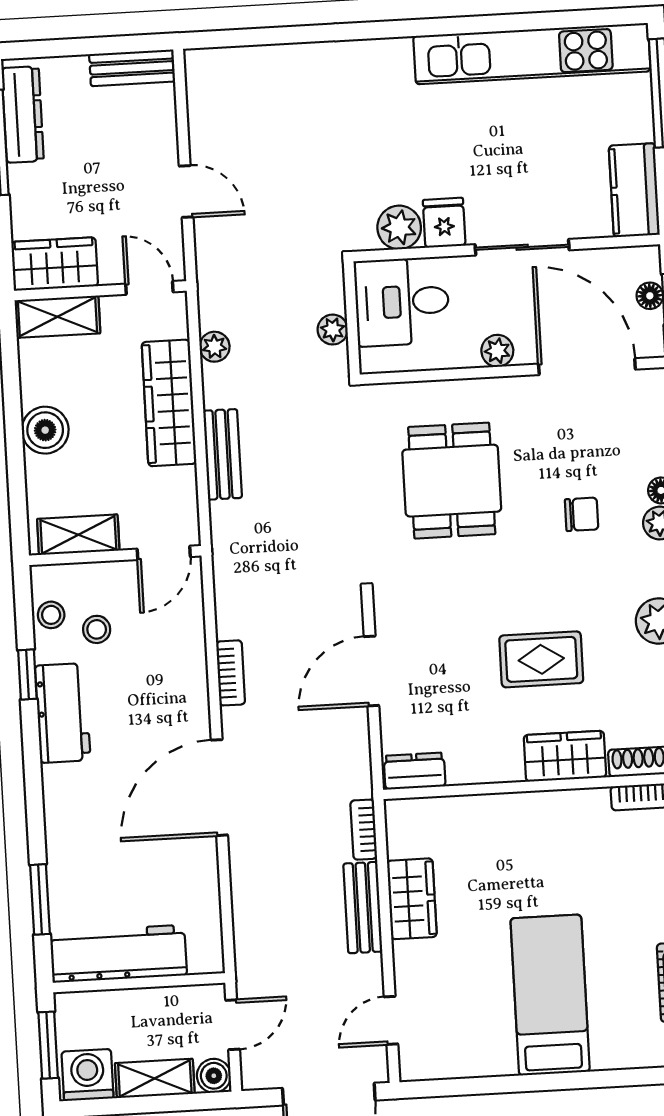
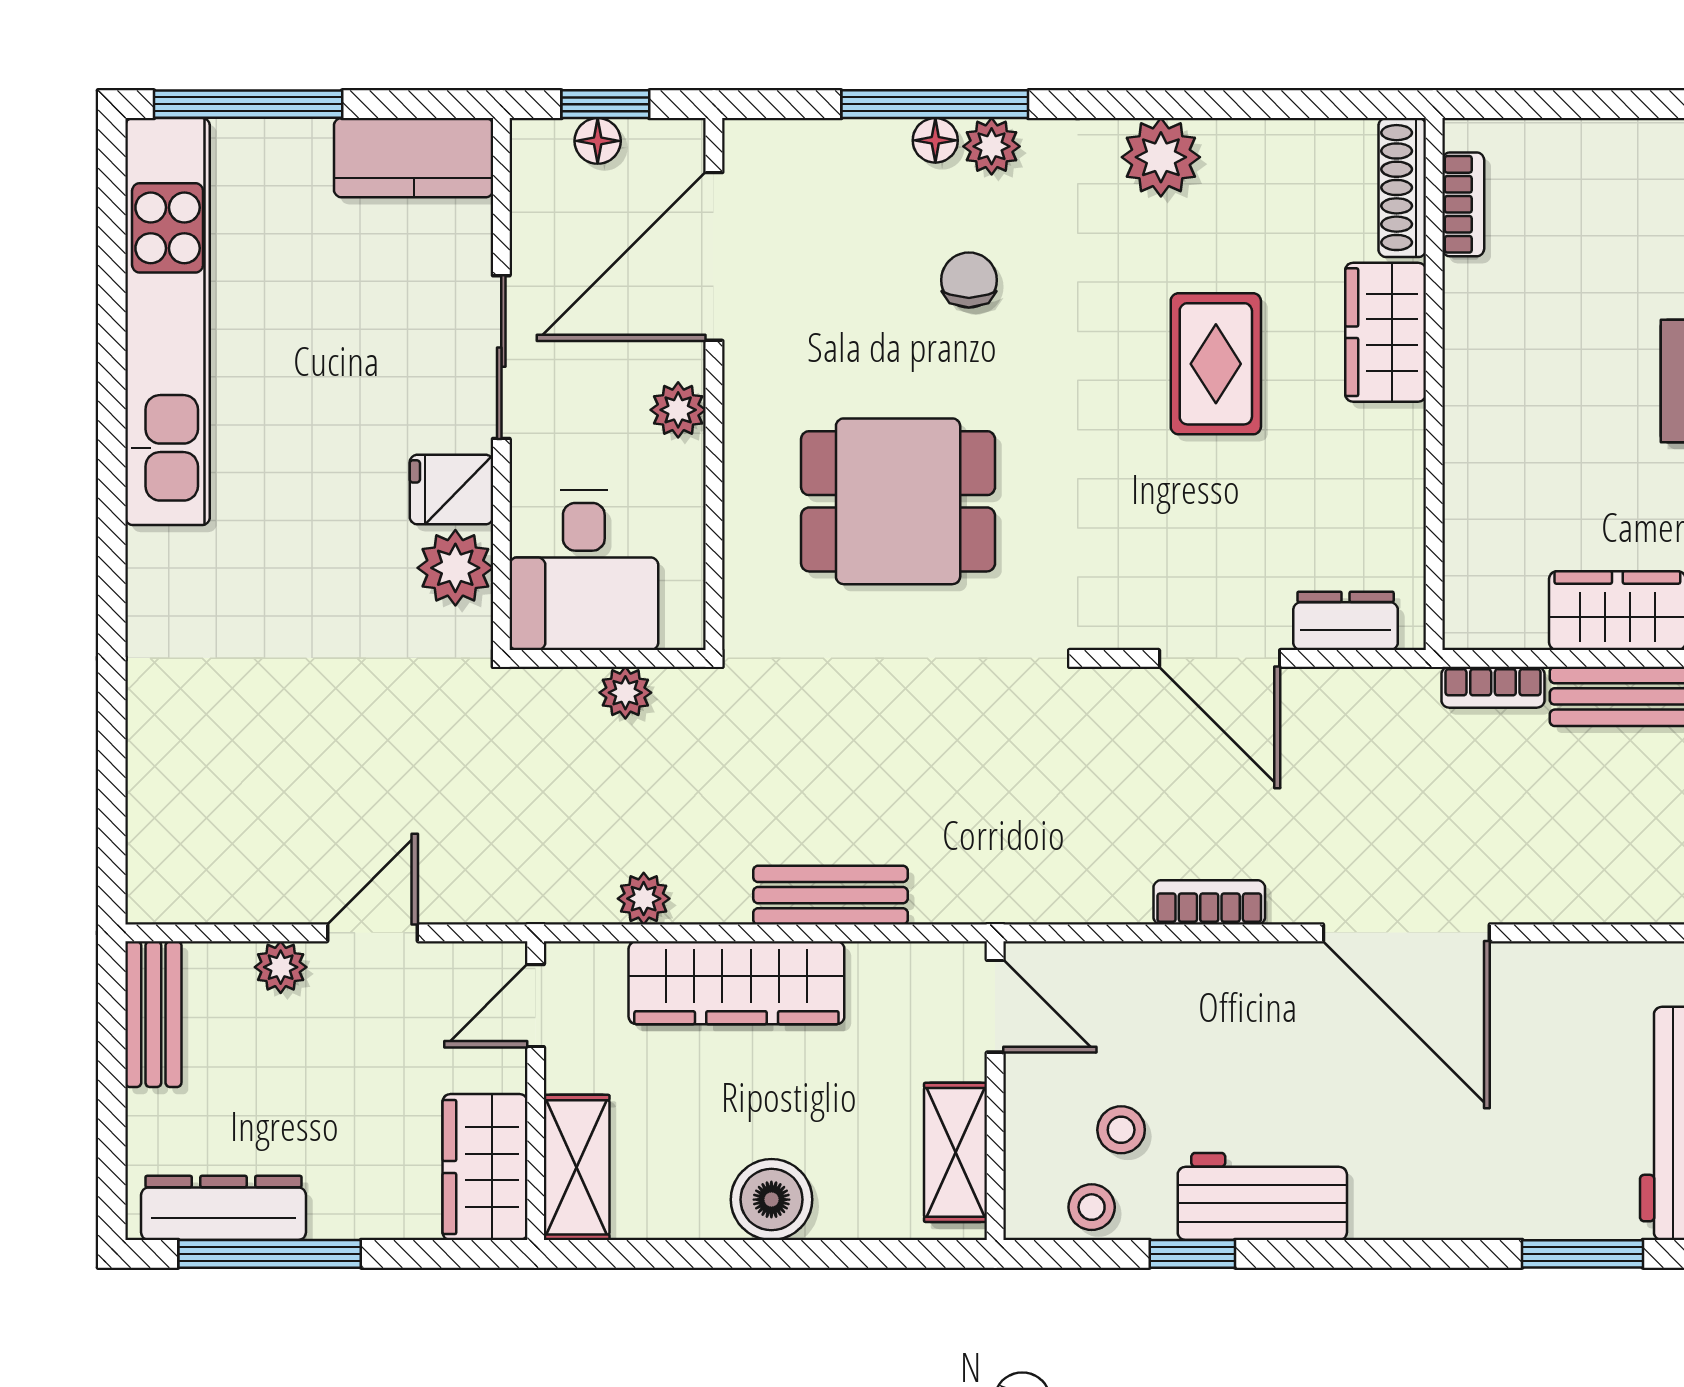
plant: (163, 140) -> (281, 967), added
dresser: (415, 771) -> (1346, 621), moved, turned 90

